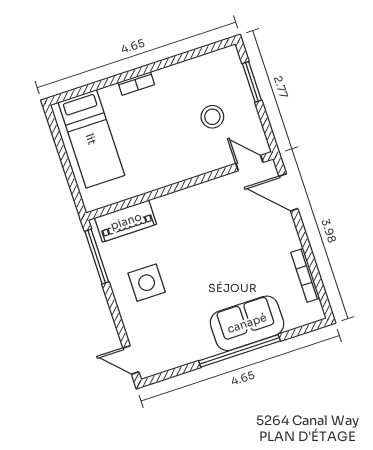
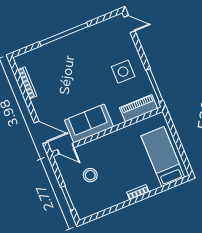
sofa: (247, 323) -> (89, 123), moved, turned 180

